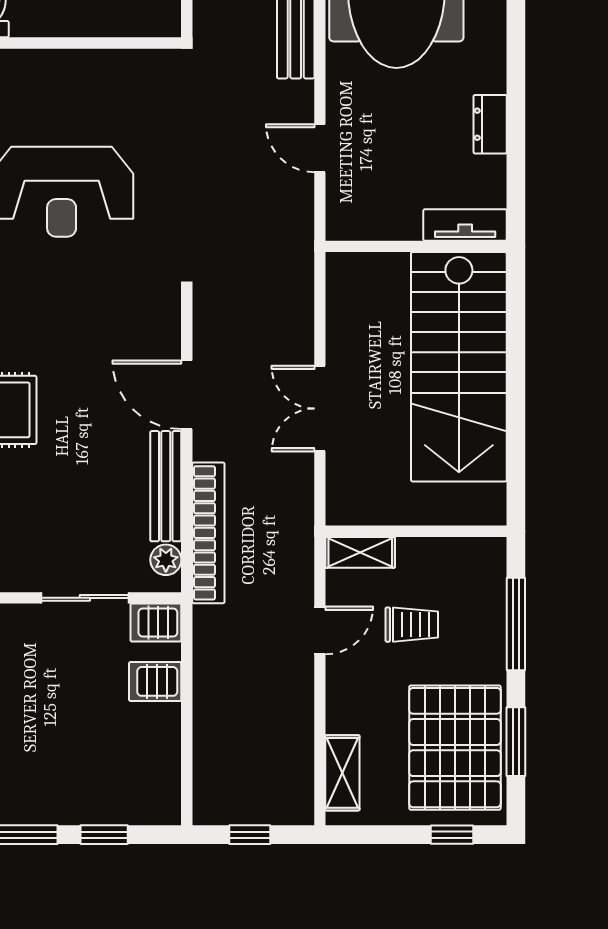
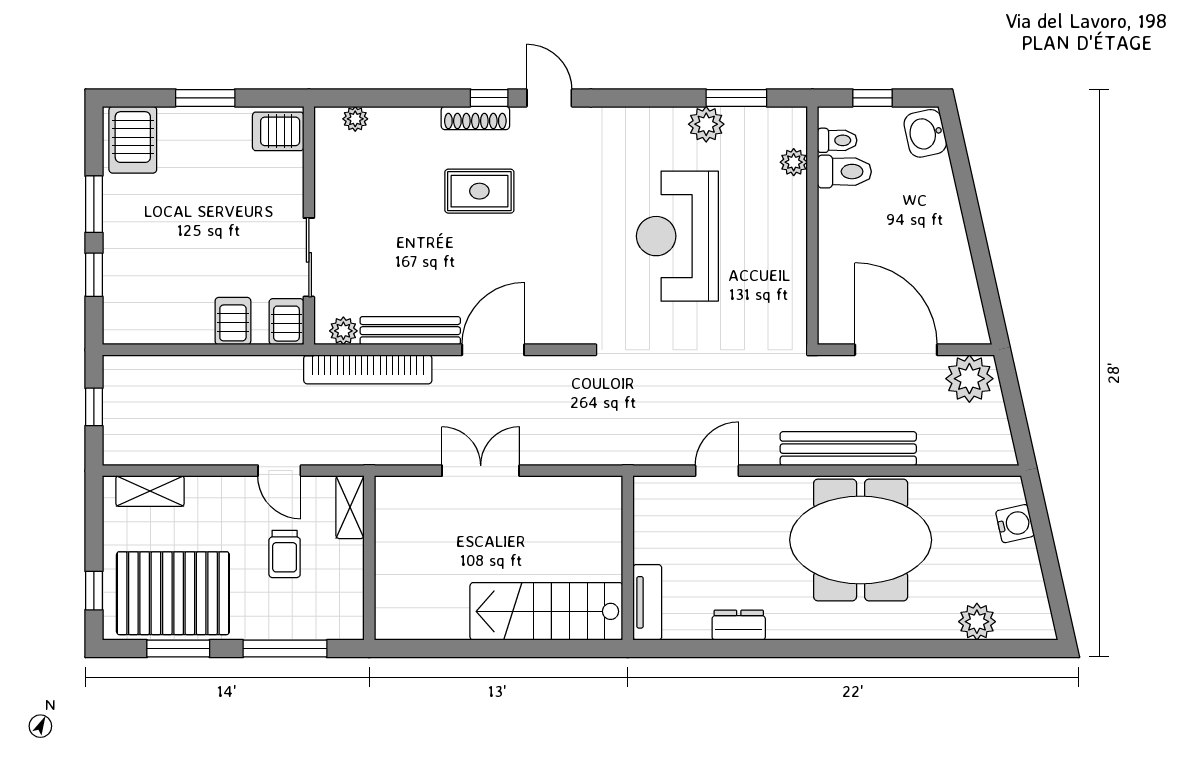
stairs: (459, 367) -> (546, 611), width x0.73, depth x0.66

